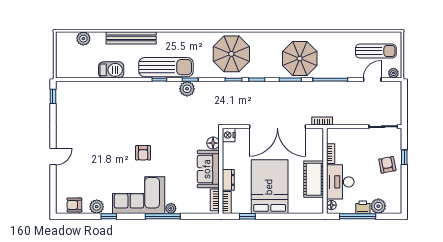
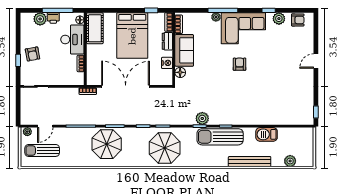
nightstand: (229, 135) -> (167, 63), moved
cot: (314, 179) -> (95, 28), moved

